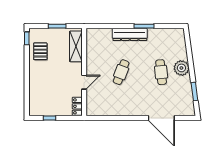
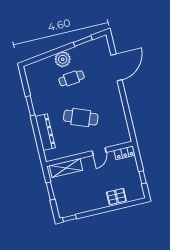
dresser: (130, 34) -> (45, 132), moved
pallet: (40, 51) -> (116, 197), moved
cafe table: (121, 72) -> (81, 118), width x1.37, depth x1.35
door: (84, 82) -> (99, 152), swing flipped

